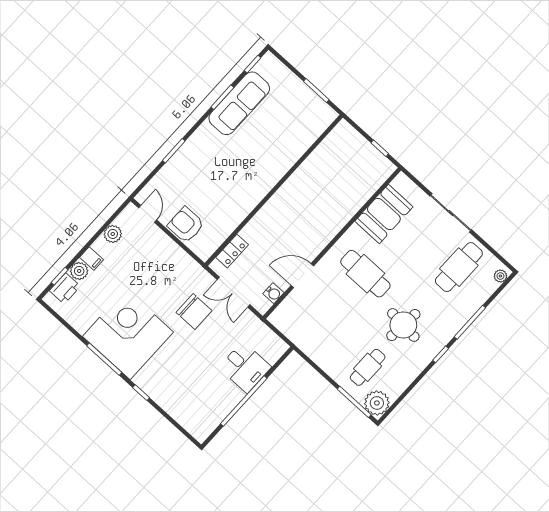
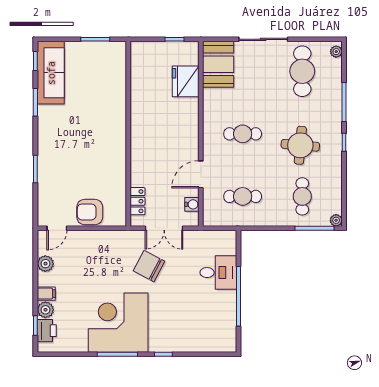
sofa: (239, 103) -> (51, 73), moved
fridge: (358, 190) -> (186, 81), added
door: (148, 214) -> (57, 228), swing flipped
booth: (384, 214) -> (218, 64), moved
cafe table: (365, 274) -> (243, 134), width x0.73, depth x0.74
chair: (194, 311) -> (149, 266), turned -152
cafe table: (320, 324) -> (243, 196), added
plant: (377, 403) -> (336, 220), width x0.53, depth x0.53

